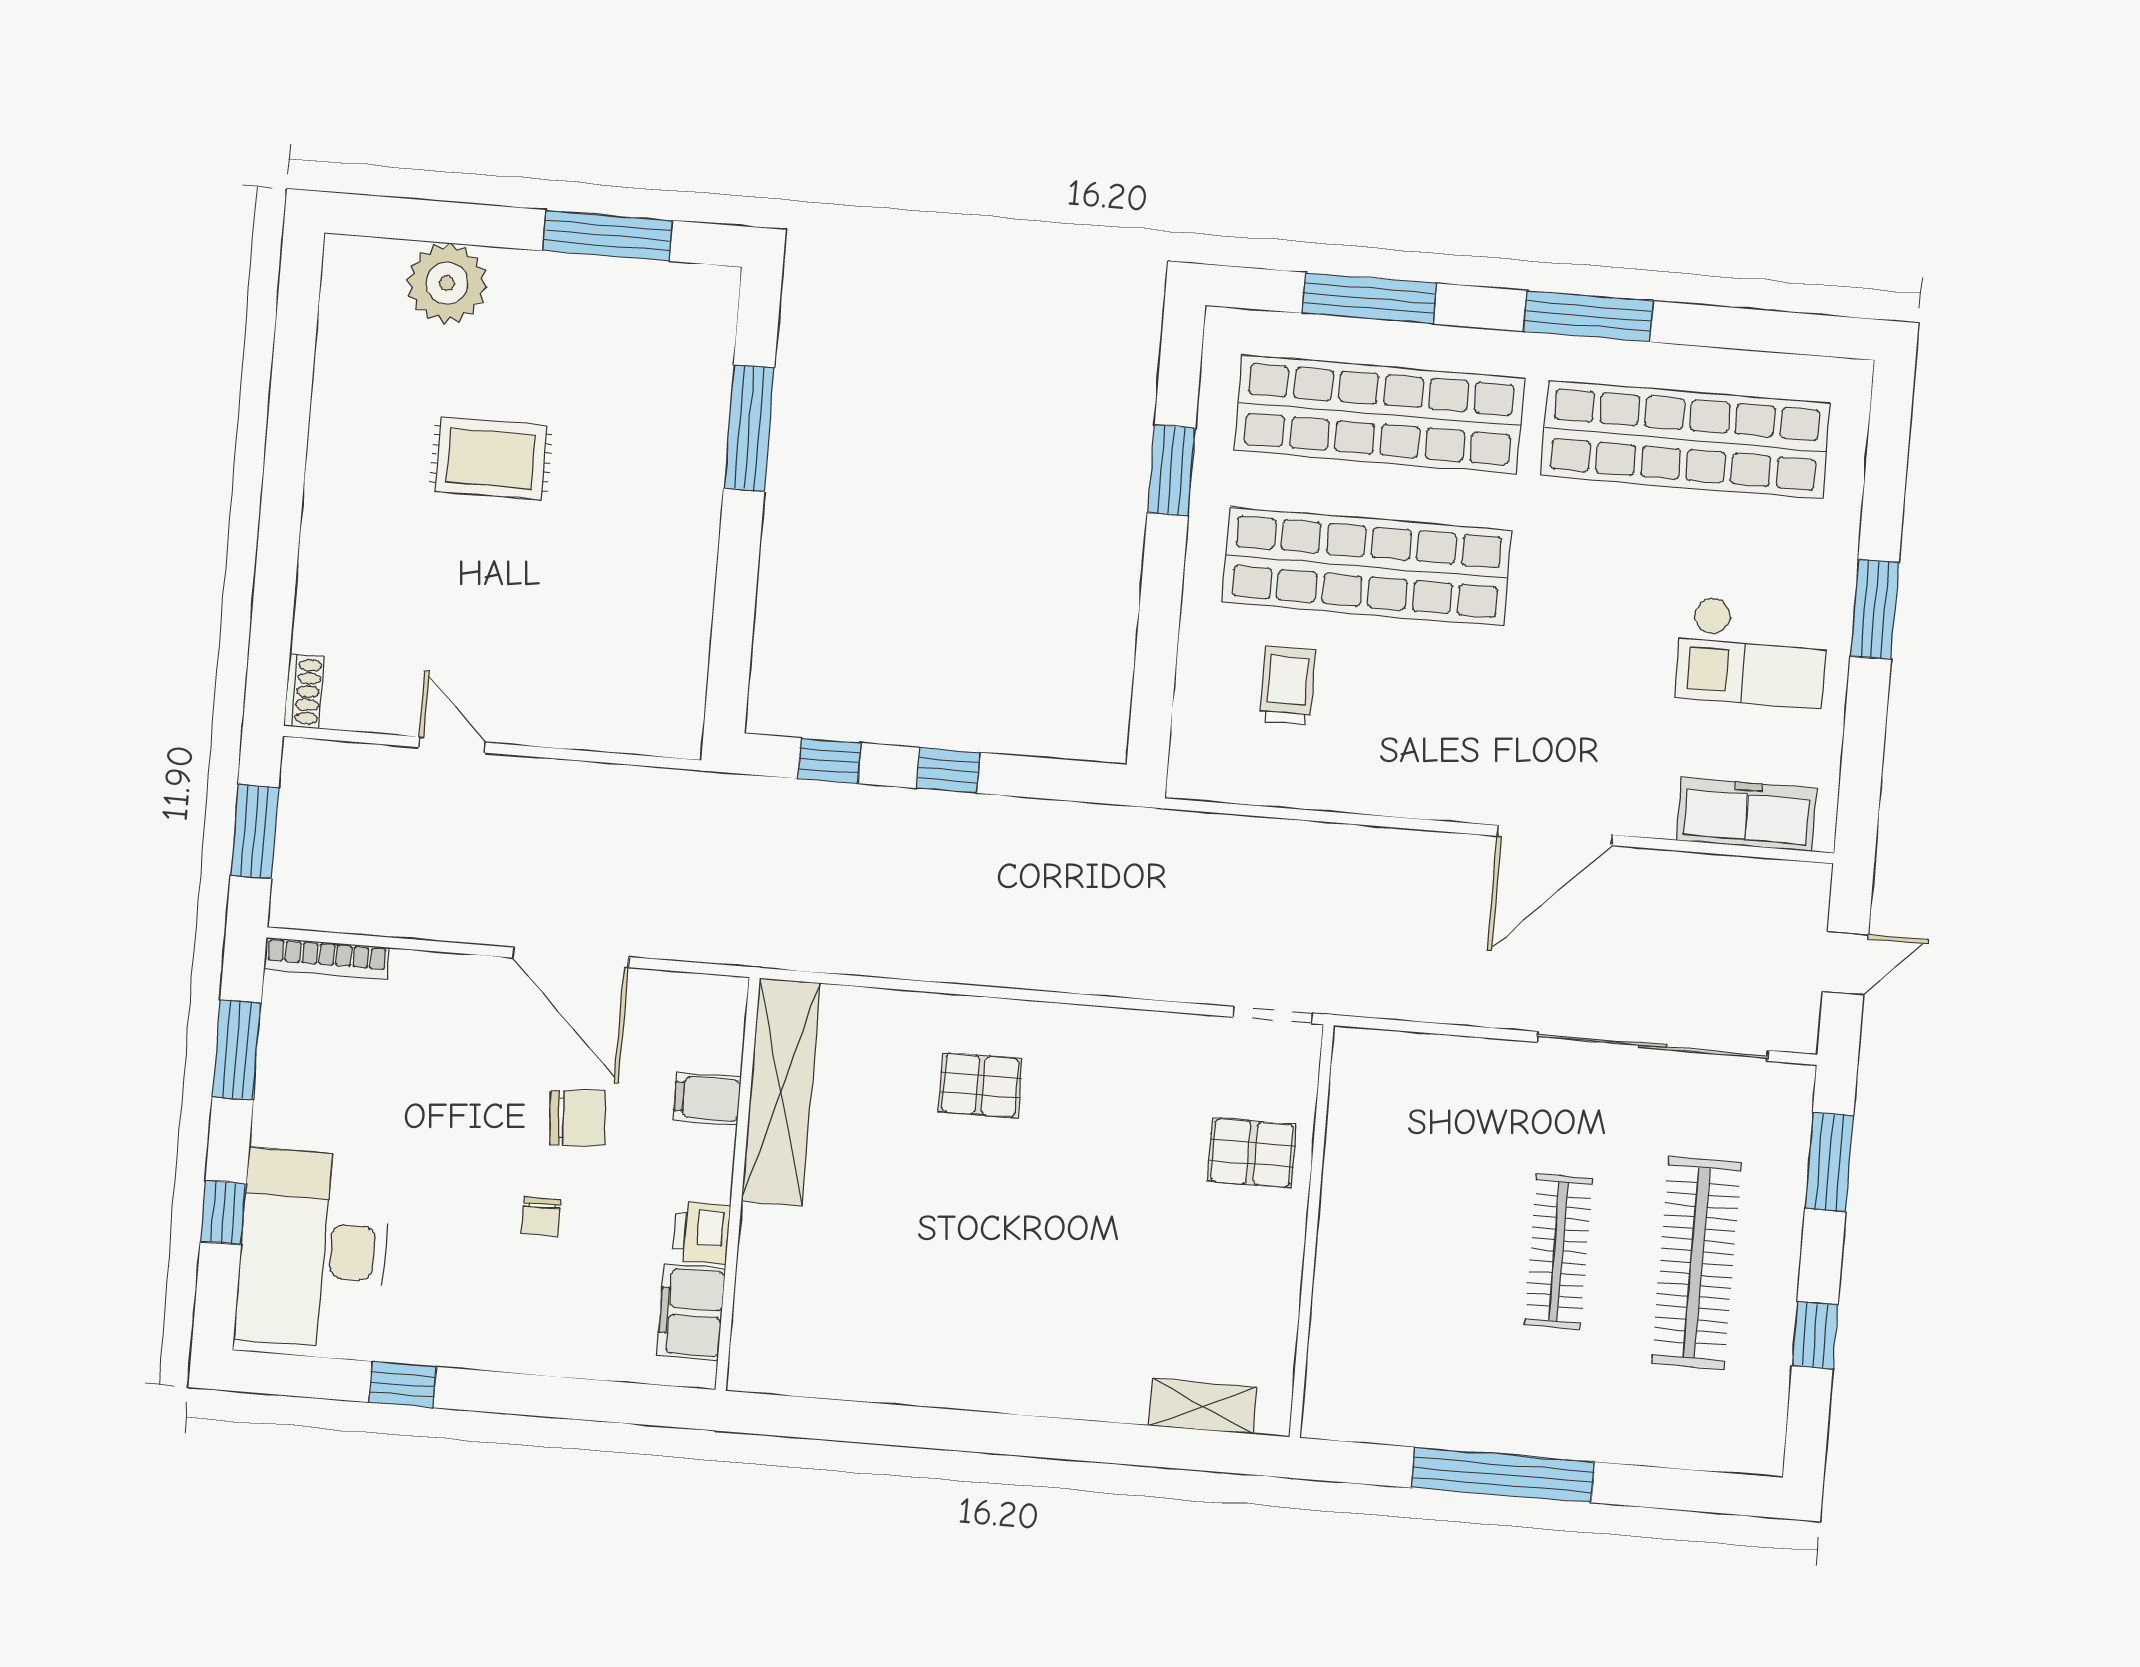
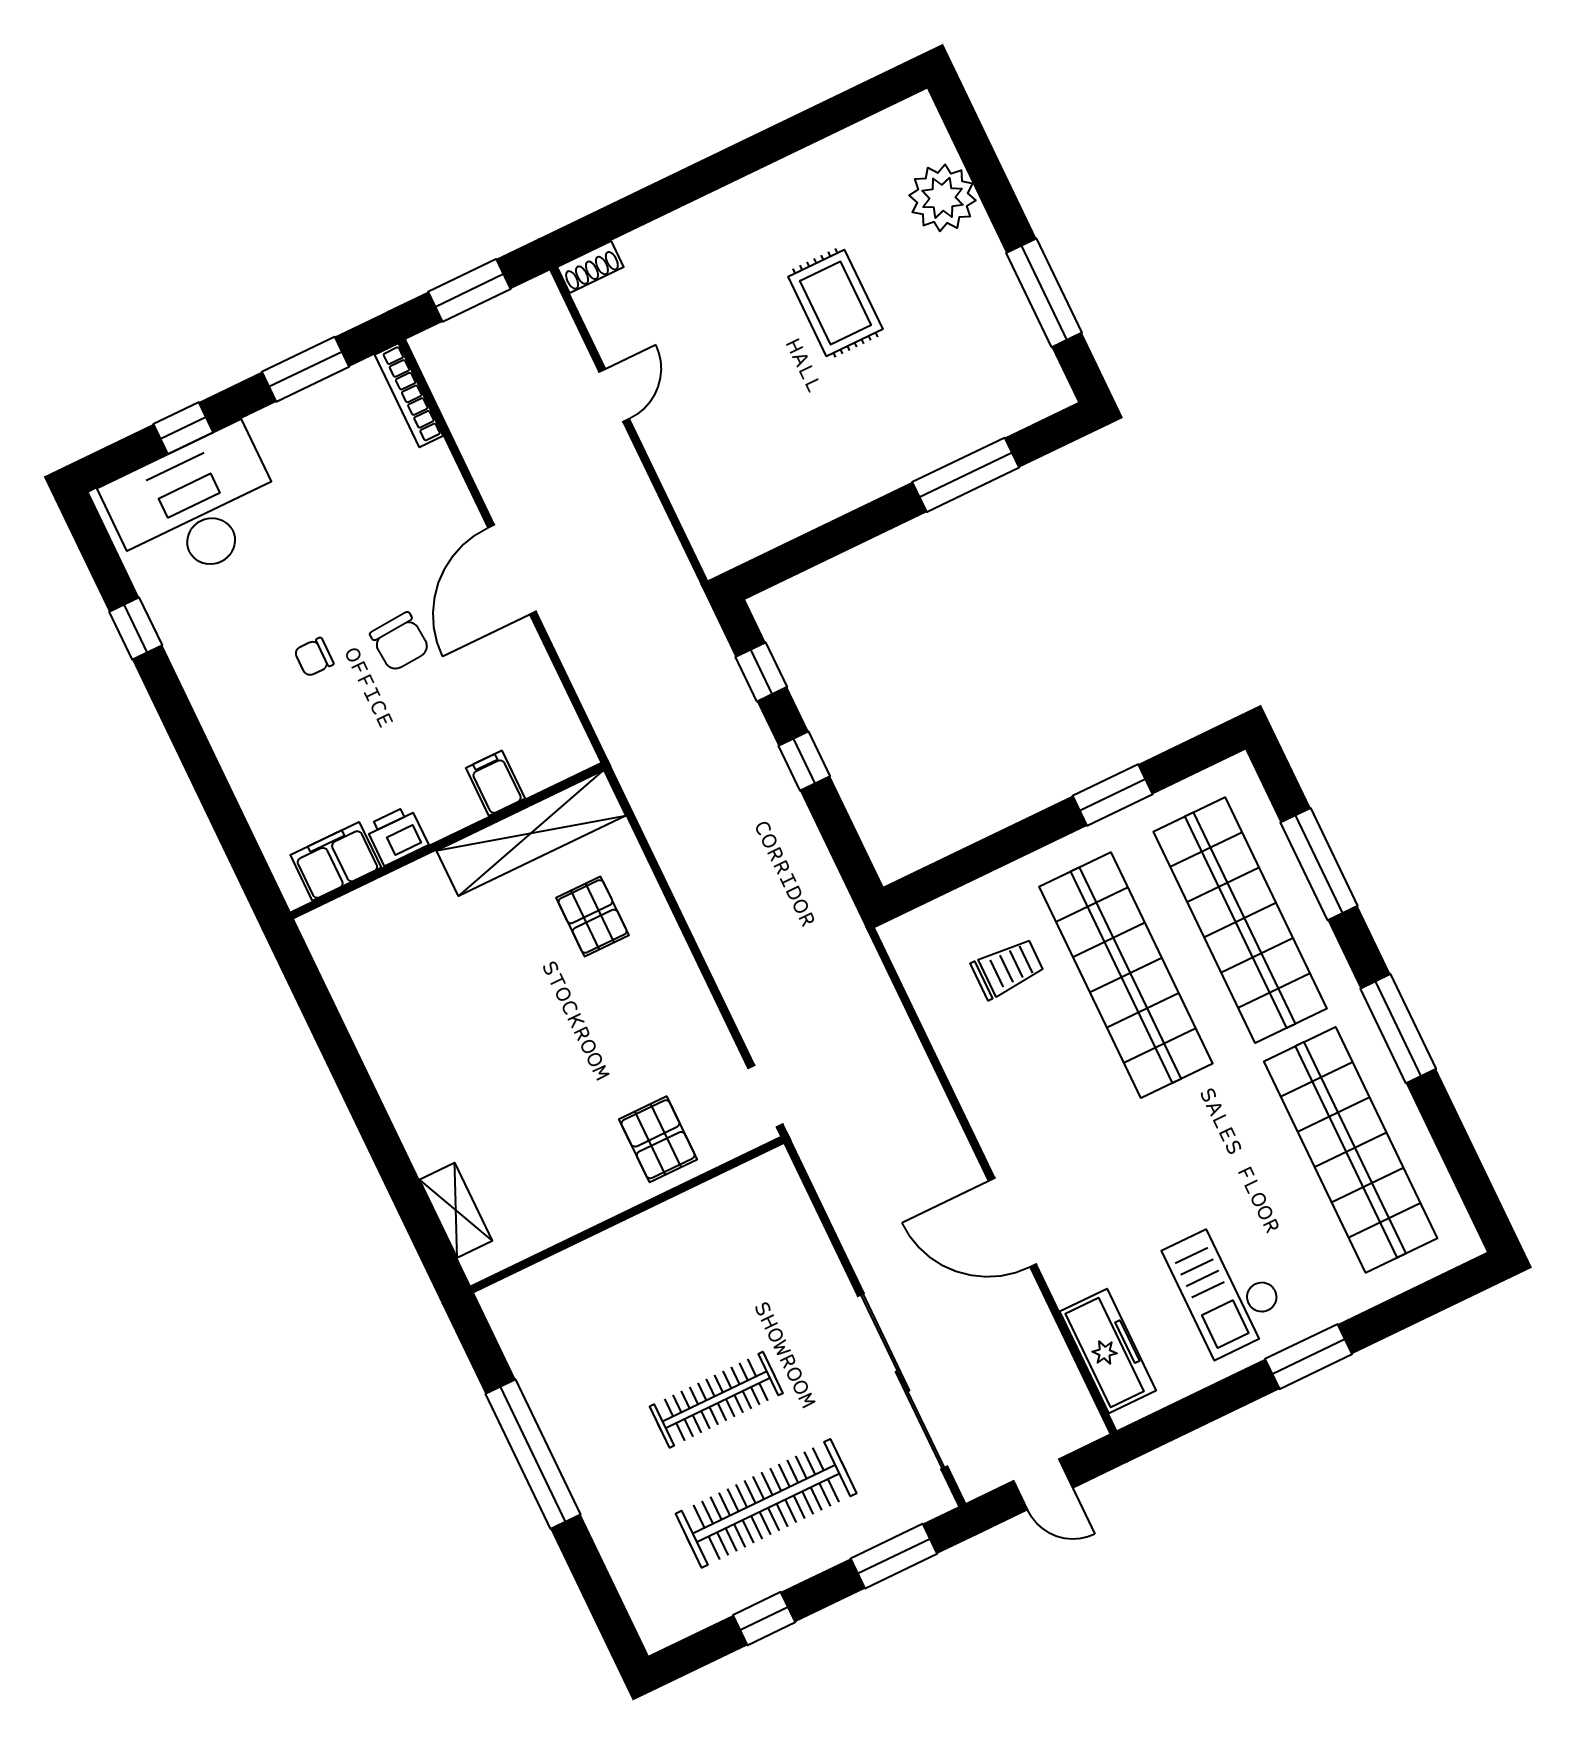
shelving: (781, 1092) -> (531, 833), moved
filing cabinet: (707, 1099) -> (495, 783), moved
wall: (738, 1184) -> (447, 841), moved
printer: (701, 1233) -> (397, 835), moved
filing cabinet: (691, 1312) -> (336, 861), moved

